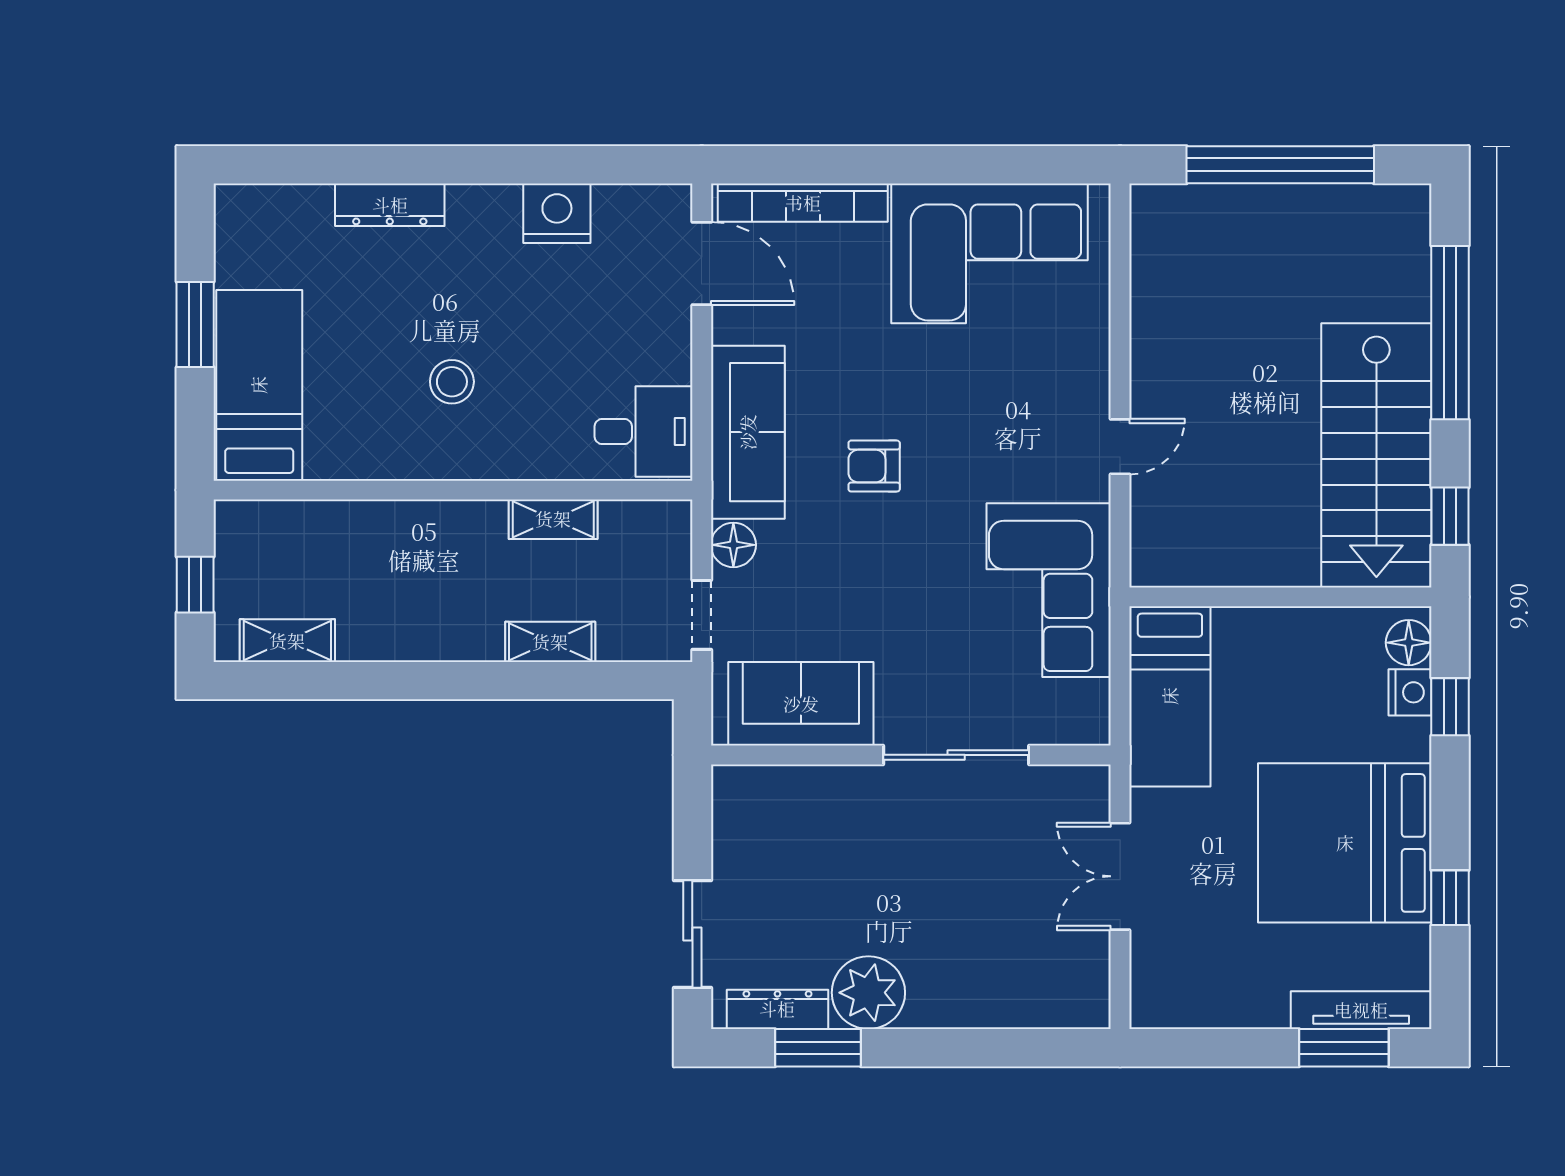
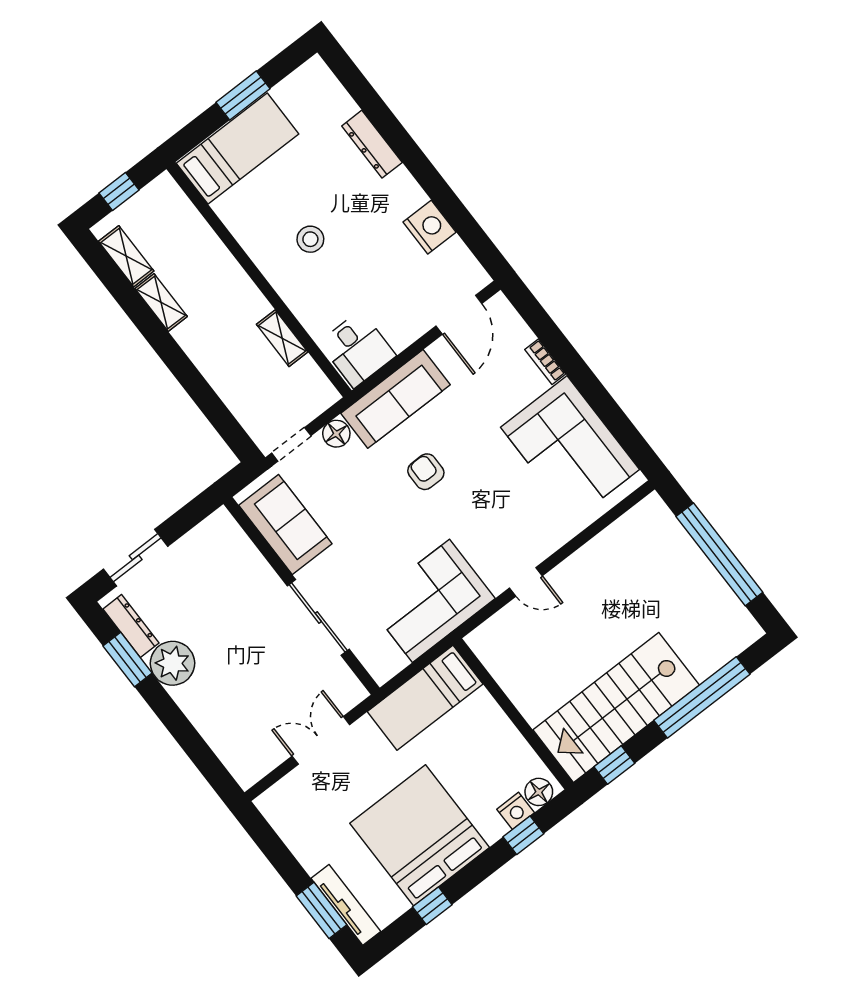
bookcase: (803, 203) -> (545, 362), width x0.43, depth x0.76
shelving: (550, 642) -> (161, 303), moved

